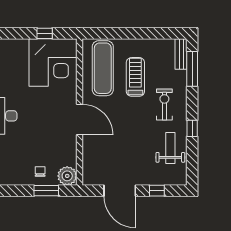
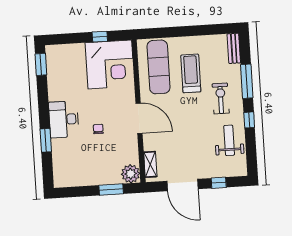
window: (192, 69) -> (247, 81), moved
shelving: (88, 168) -> (150, 164), added
chair: (40, 172) -> (98, 129), moved

